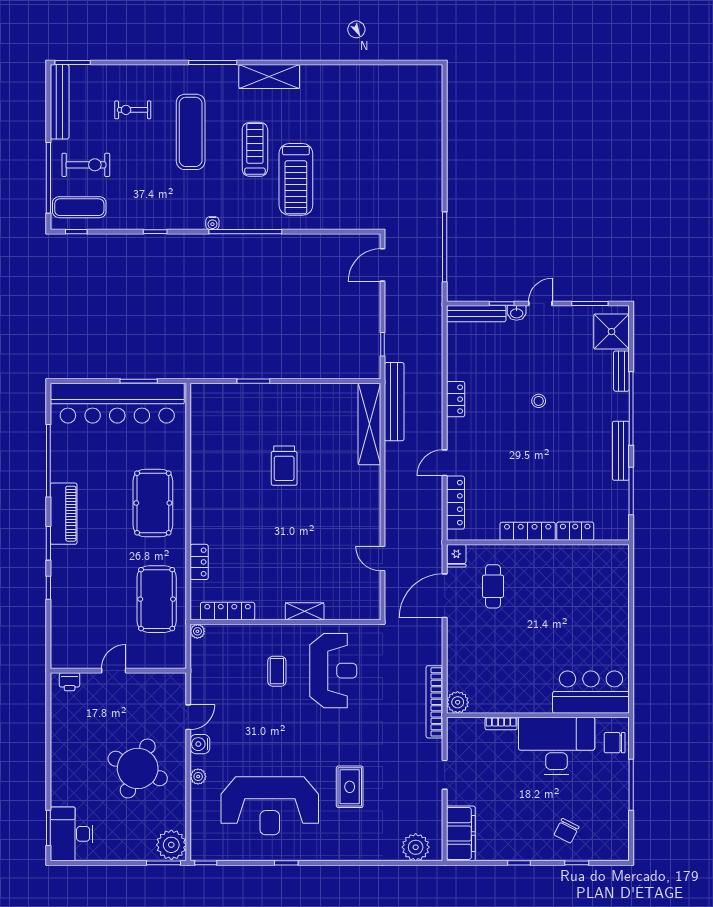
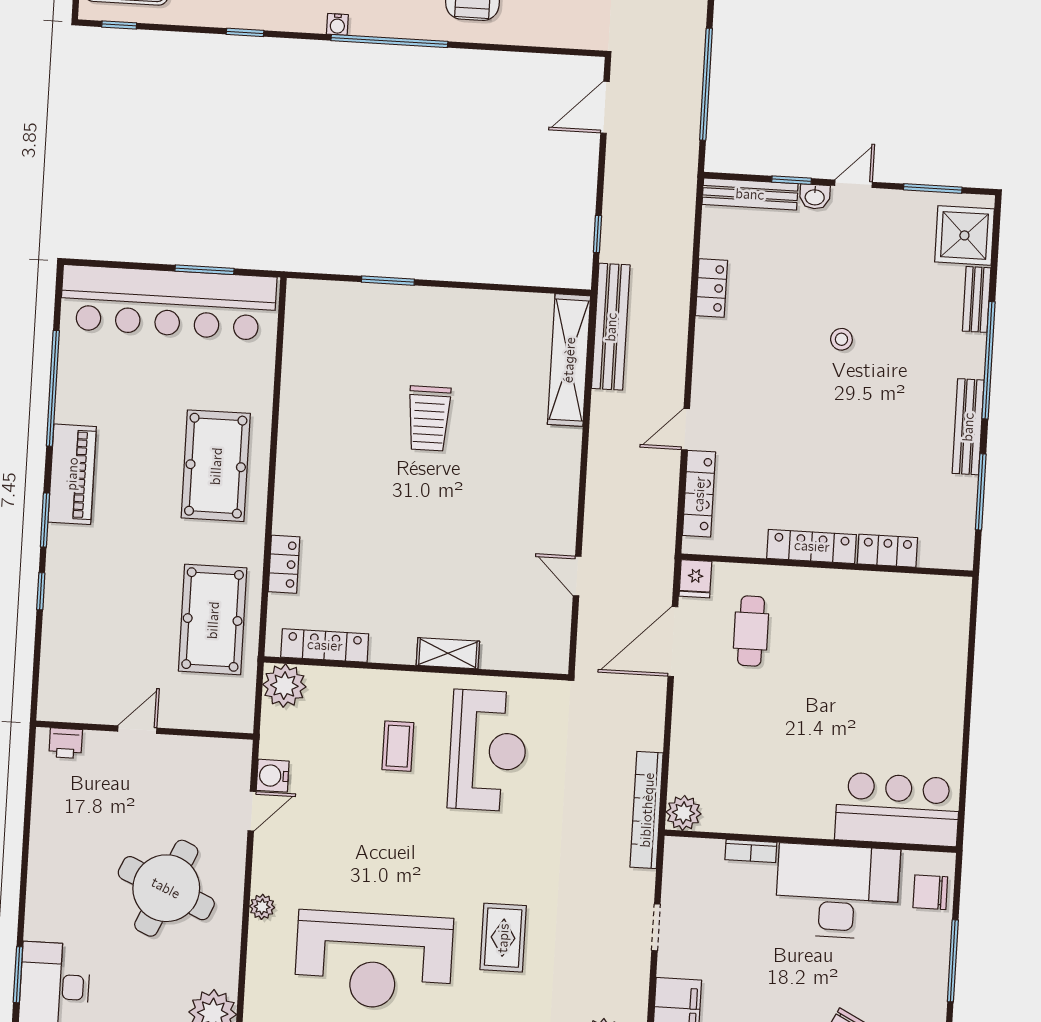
locker: (456, 399) -> (711, 288), moved
plant: (197, 631) -> (284, 686), width x1.87, depth x1.87
water cooler: (200, 744) -> (273, 776), moved

